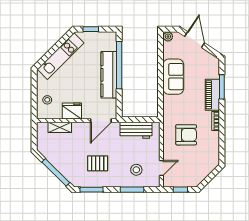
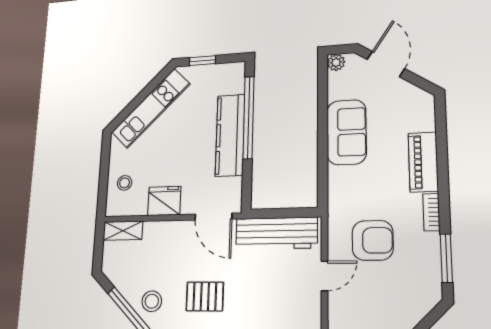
window: (222, 87) -> (446, 258), moved
door: (101, 121) -> (213, 217), hinge flipped
shelving: (60, 127) -> (123, 231), moved
workbench: (136, 130) -> (276, 233), width x1.38
door: (161, 168) -> (325, 276), moved
stool: (136, 170) -> (152, 301), moved

